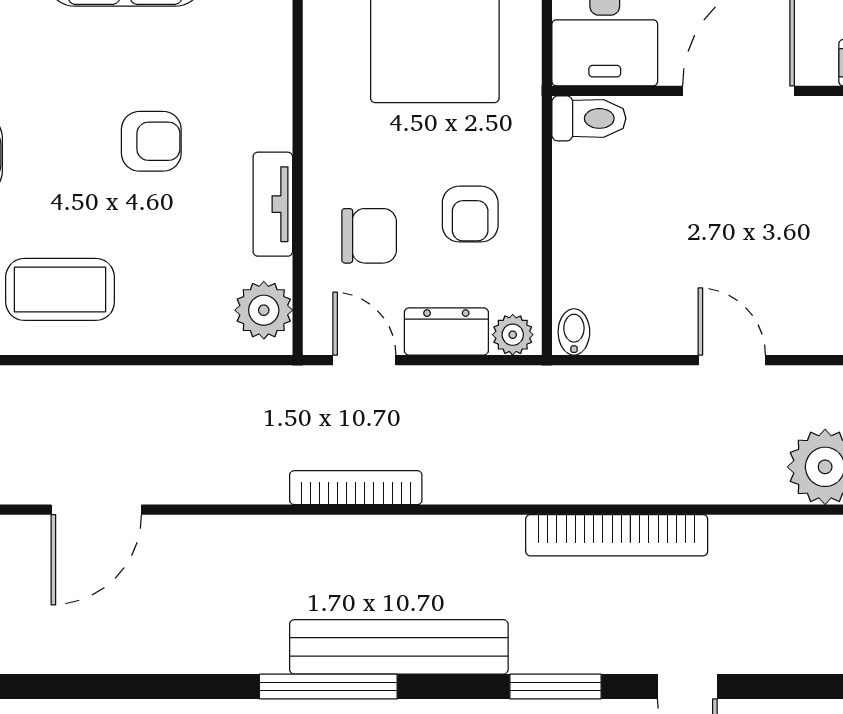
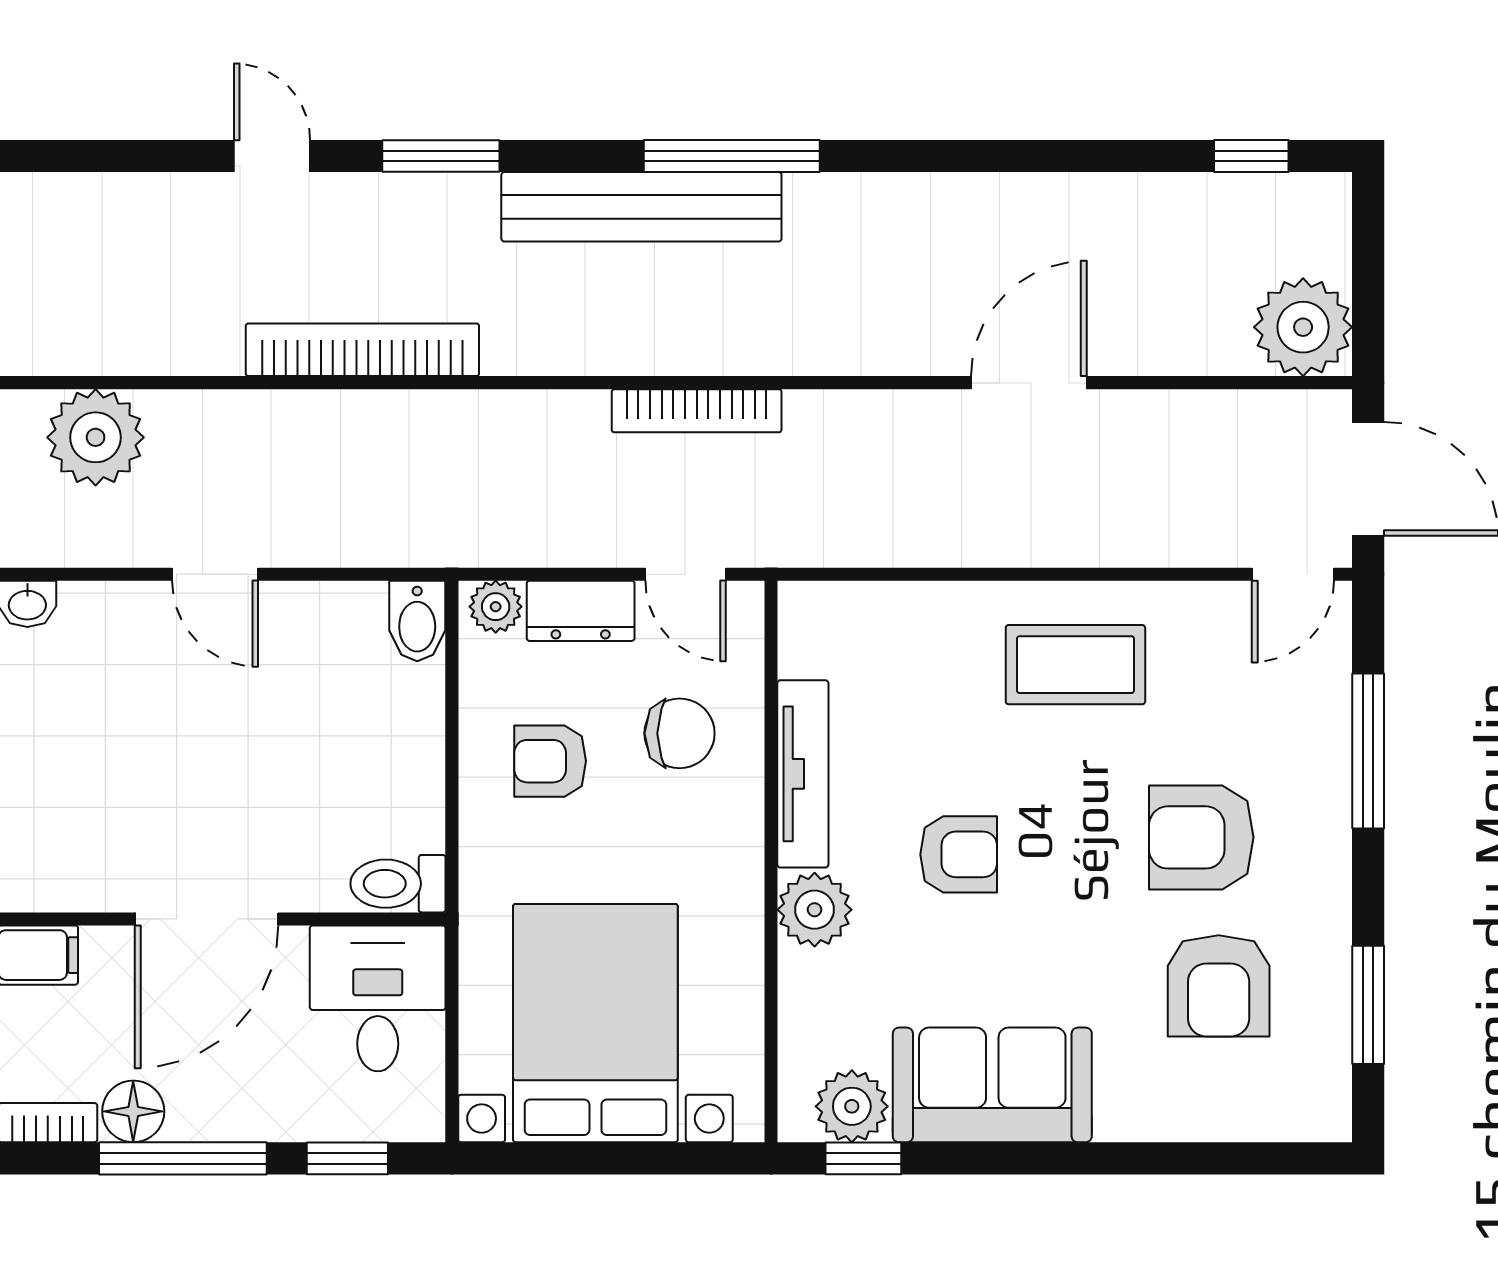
armchair: (151, 141) -> (959, 854), turned 180
tv unit: (273, 204) -> (803, 774), width x1.41
armchair: (470, 214) -> (550, 761), turned -90
chair: (369, 236) -> (680, 733), turned 180
plant: (264, 310) -> (815, 910), moved
bidet: (574, 332) -> (417, 621), width x1.38, depth x1.36

